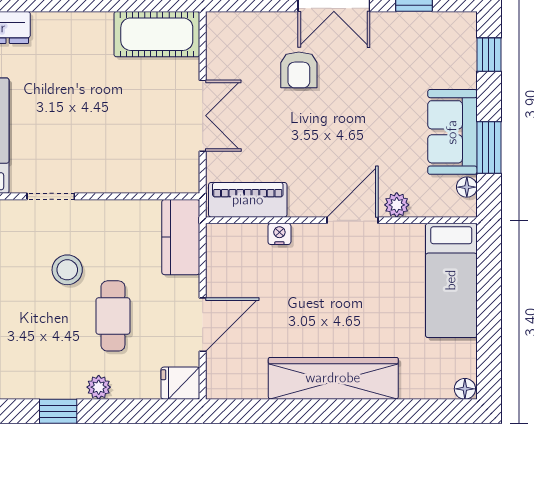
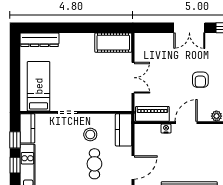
armchair: (299, 70) -> (200, 80), moved
door: (353, 220) -> (186, 123), moved
stool: (67, 270) -> (90, 135), moved

